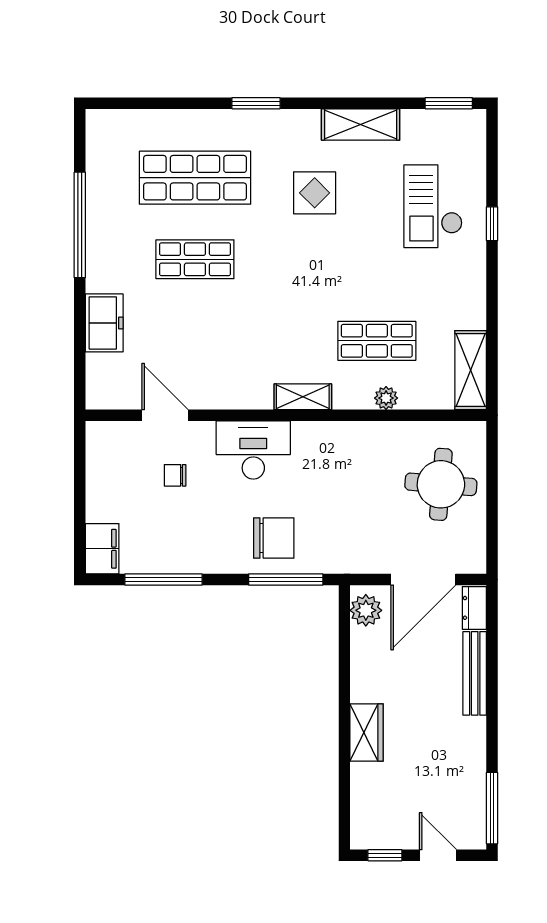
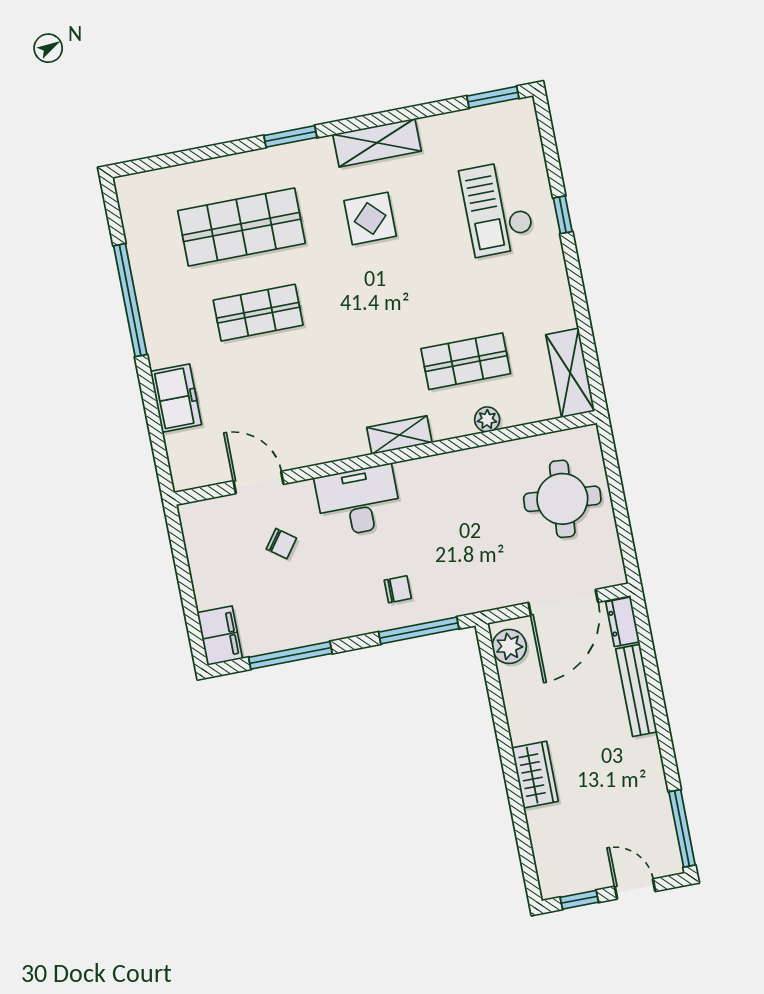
shelving: (361, 125) -> (377, 143), moved
chair: (175, 475) -> (281, 544), turned -144
chair: (274, 538) -> (398, 589), width x0.54, depth x0.54

